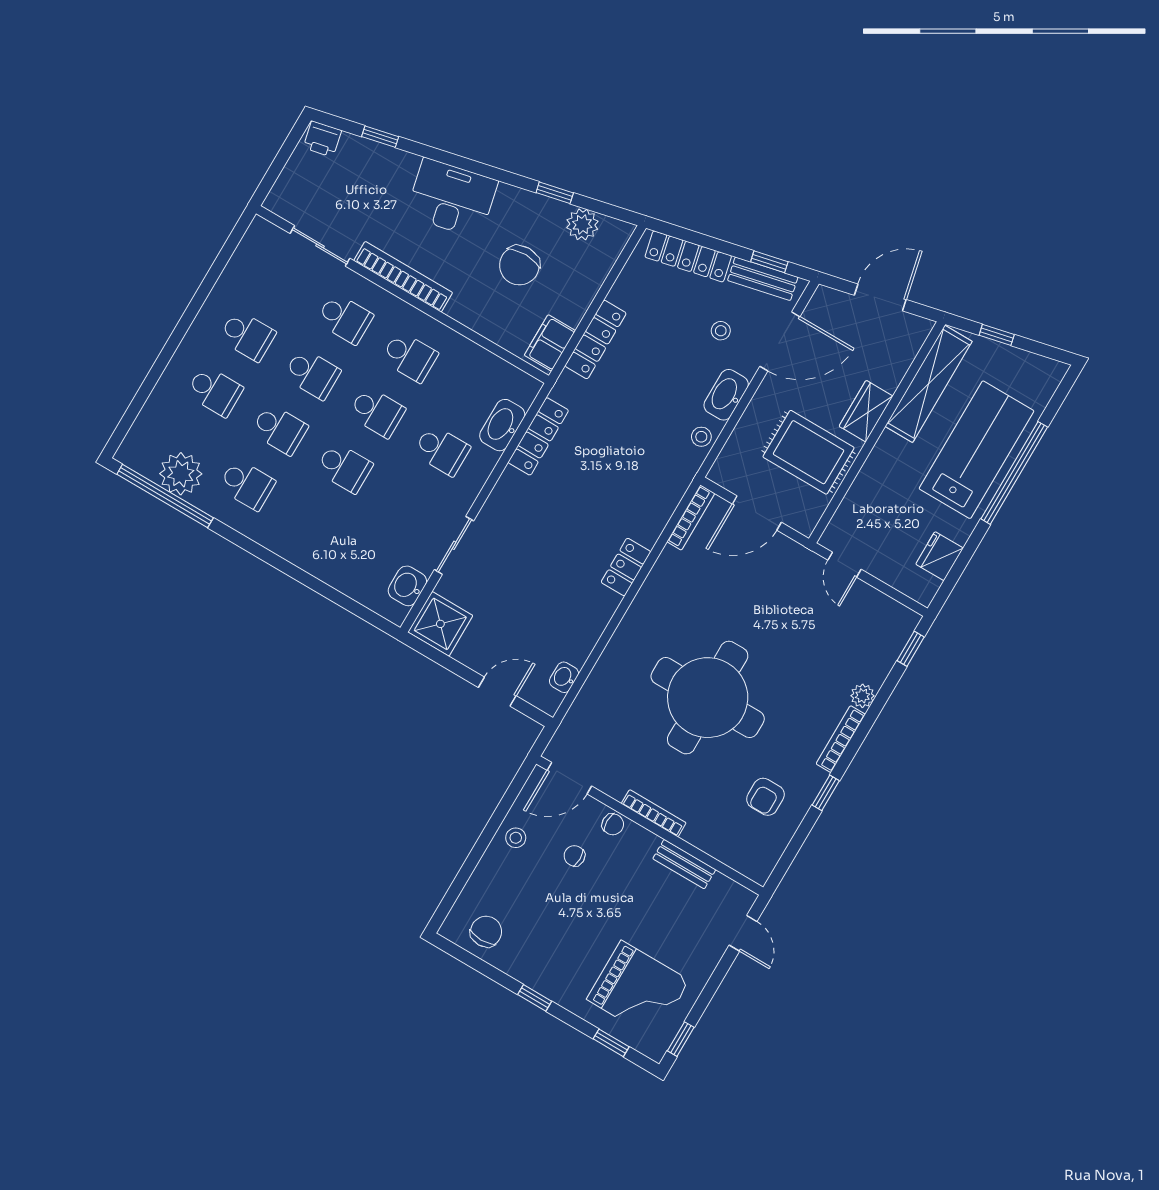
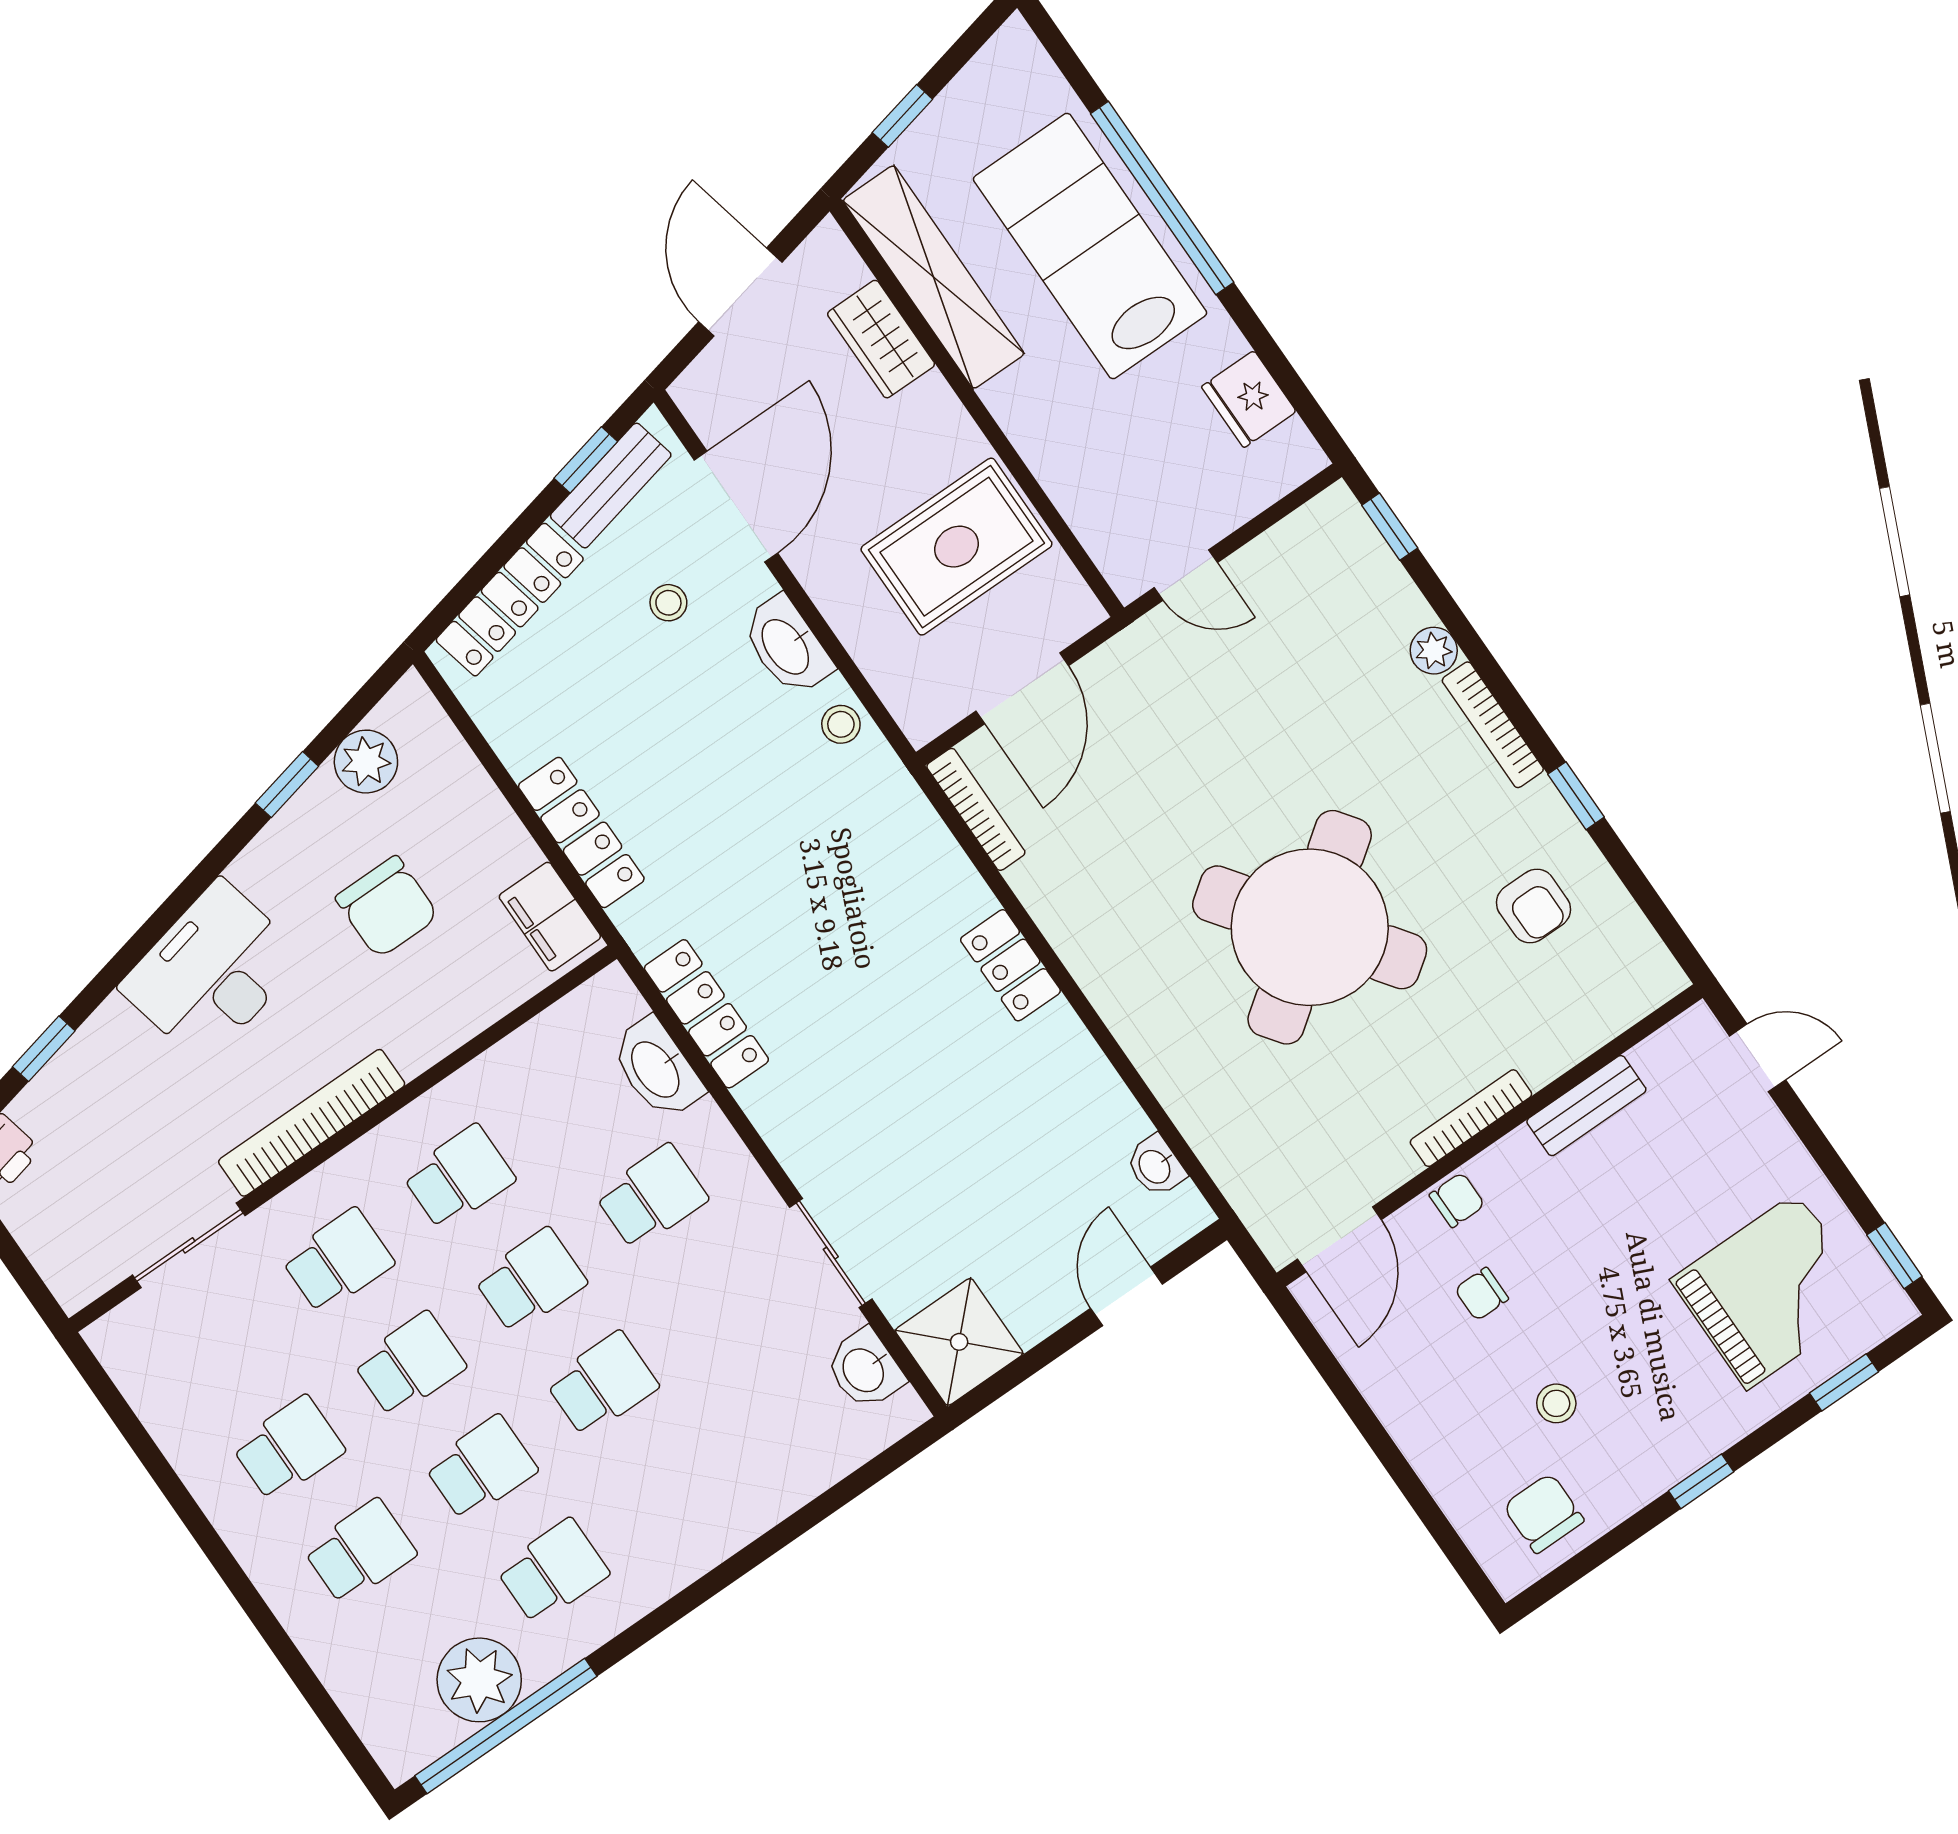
wardrobe: (866, 411) -> (881, 339), moved
round table: (708, 698) -> (1310, 927), turned -36
stool: (516, 838) -> (1556, 1403), moved

